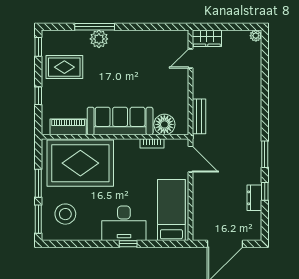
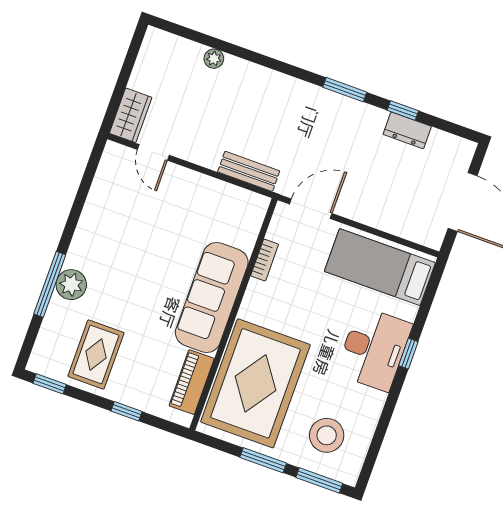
plant: (256, 36) -> (214, 59), moved
floor lamp: (164, 124) -> (242, 230), removed

